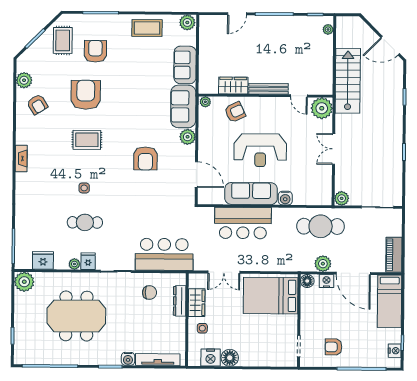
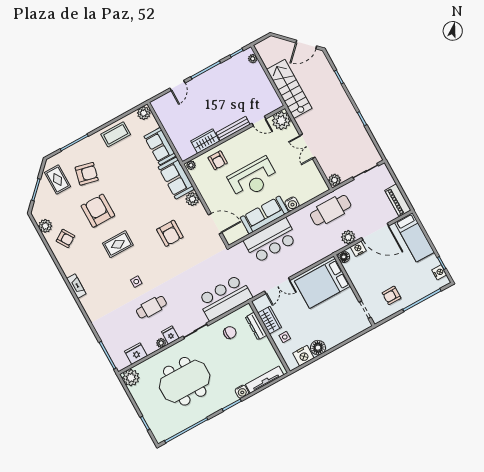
armchair: (95, 51) -> (87, 174), turned 103
armchair: (235, 112) -> (218, 160), turned 115

